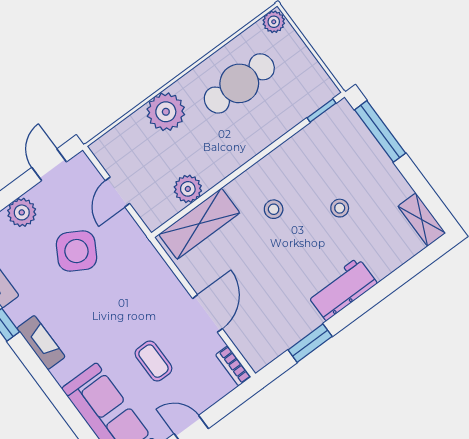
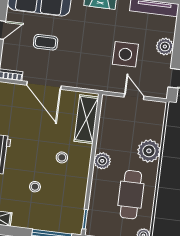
plant: (188, 189) -> (102, 161), moved
side table: (76, 251) -> (125, 54), turned -30
door: (207, 314) -> (44, 85), width x1.36

